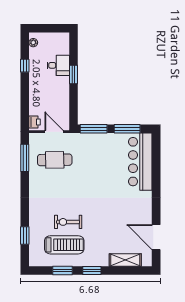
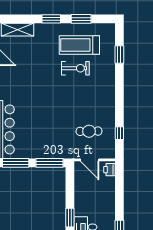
window: (25, 158) -> (119, 133), width x0.46
cafe table: (55, 160) -> (89, 131), width x0.73, depth x0.74

